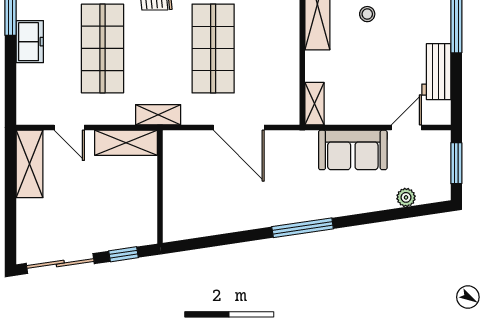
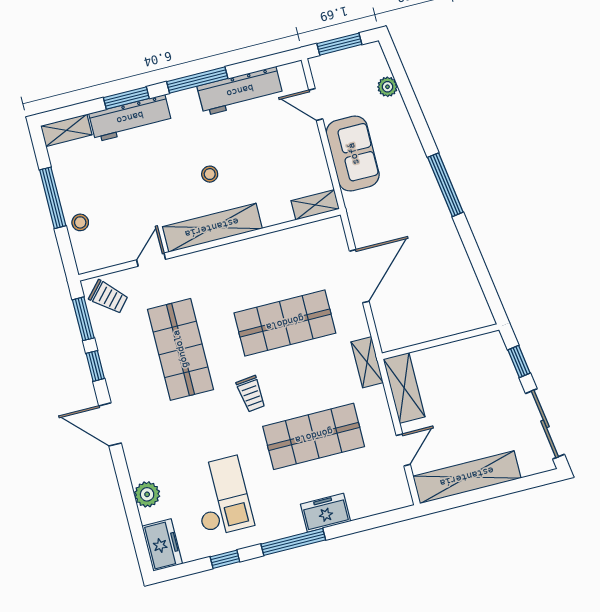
workbench: (436, 72) -> (240, 91), width x1.38
shelving: (29, 164) -> (467, 477), width x1.47

